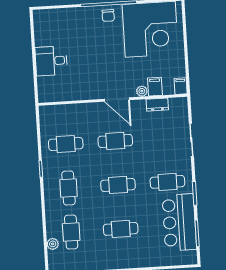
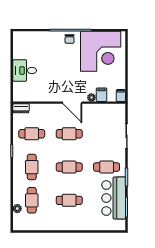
dresser: (157, 105) -> (21, 108), moved

